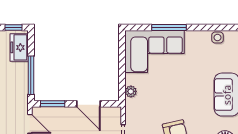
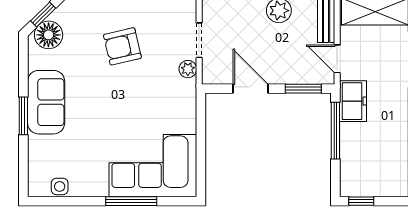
freezer: (19, 47) -> (353, 101), moved
plant: (131, 91) -> (188, 69), moved

